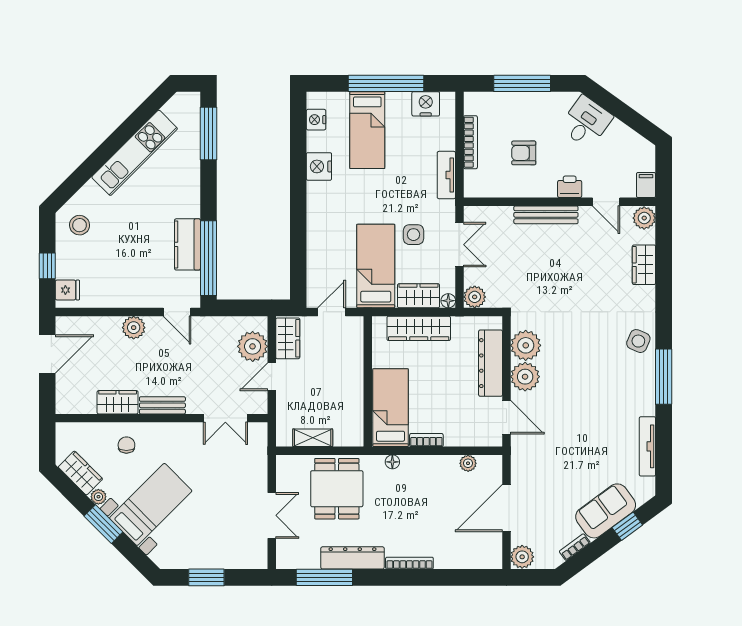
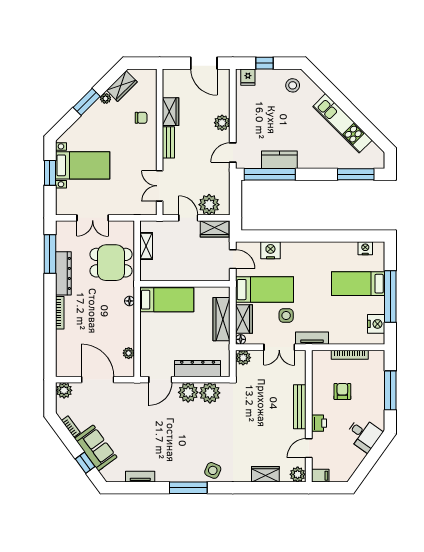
nightstand: (319, 166) -> (270, 250), moved
tv unit: (446, 175) -> (312, 338), moved
bookcase: (426, 440) -> (145, 324), removed
tv unit: (647, 446) -> (140, 477), width x0.71
bed with nightstands: (151, 504) -> (83, 165), moved, turned -45

